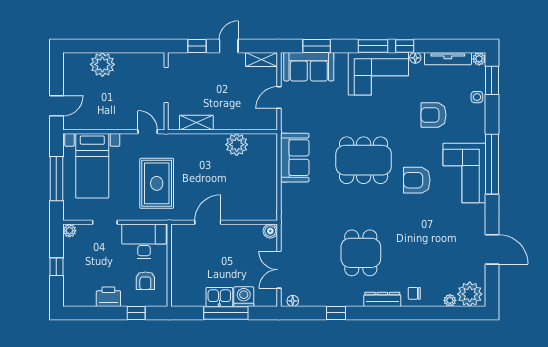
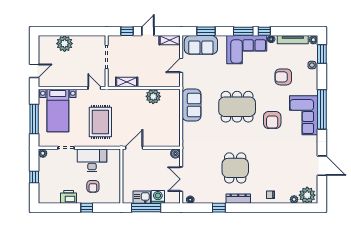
armchair: (417, 180) -> (272, 120), turned -90
wall: (169, 265) -> (121, 176), moved
dresser: (382, 299) -> (238, 199), moved

